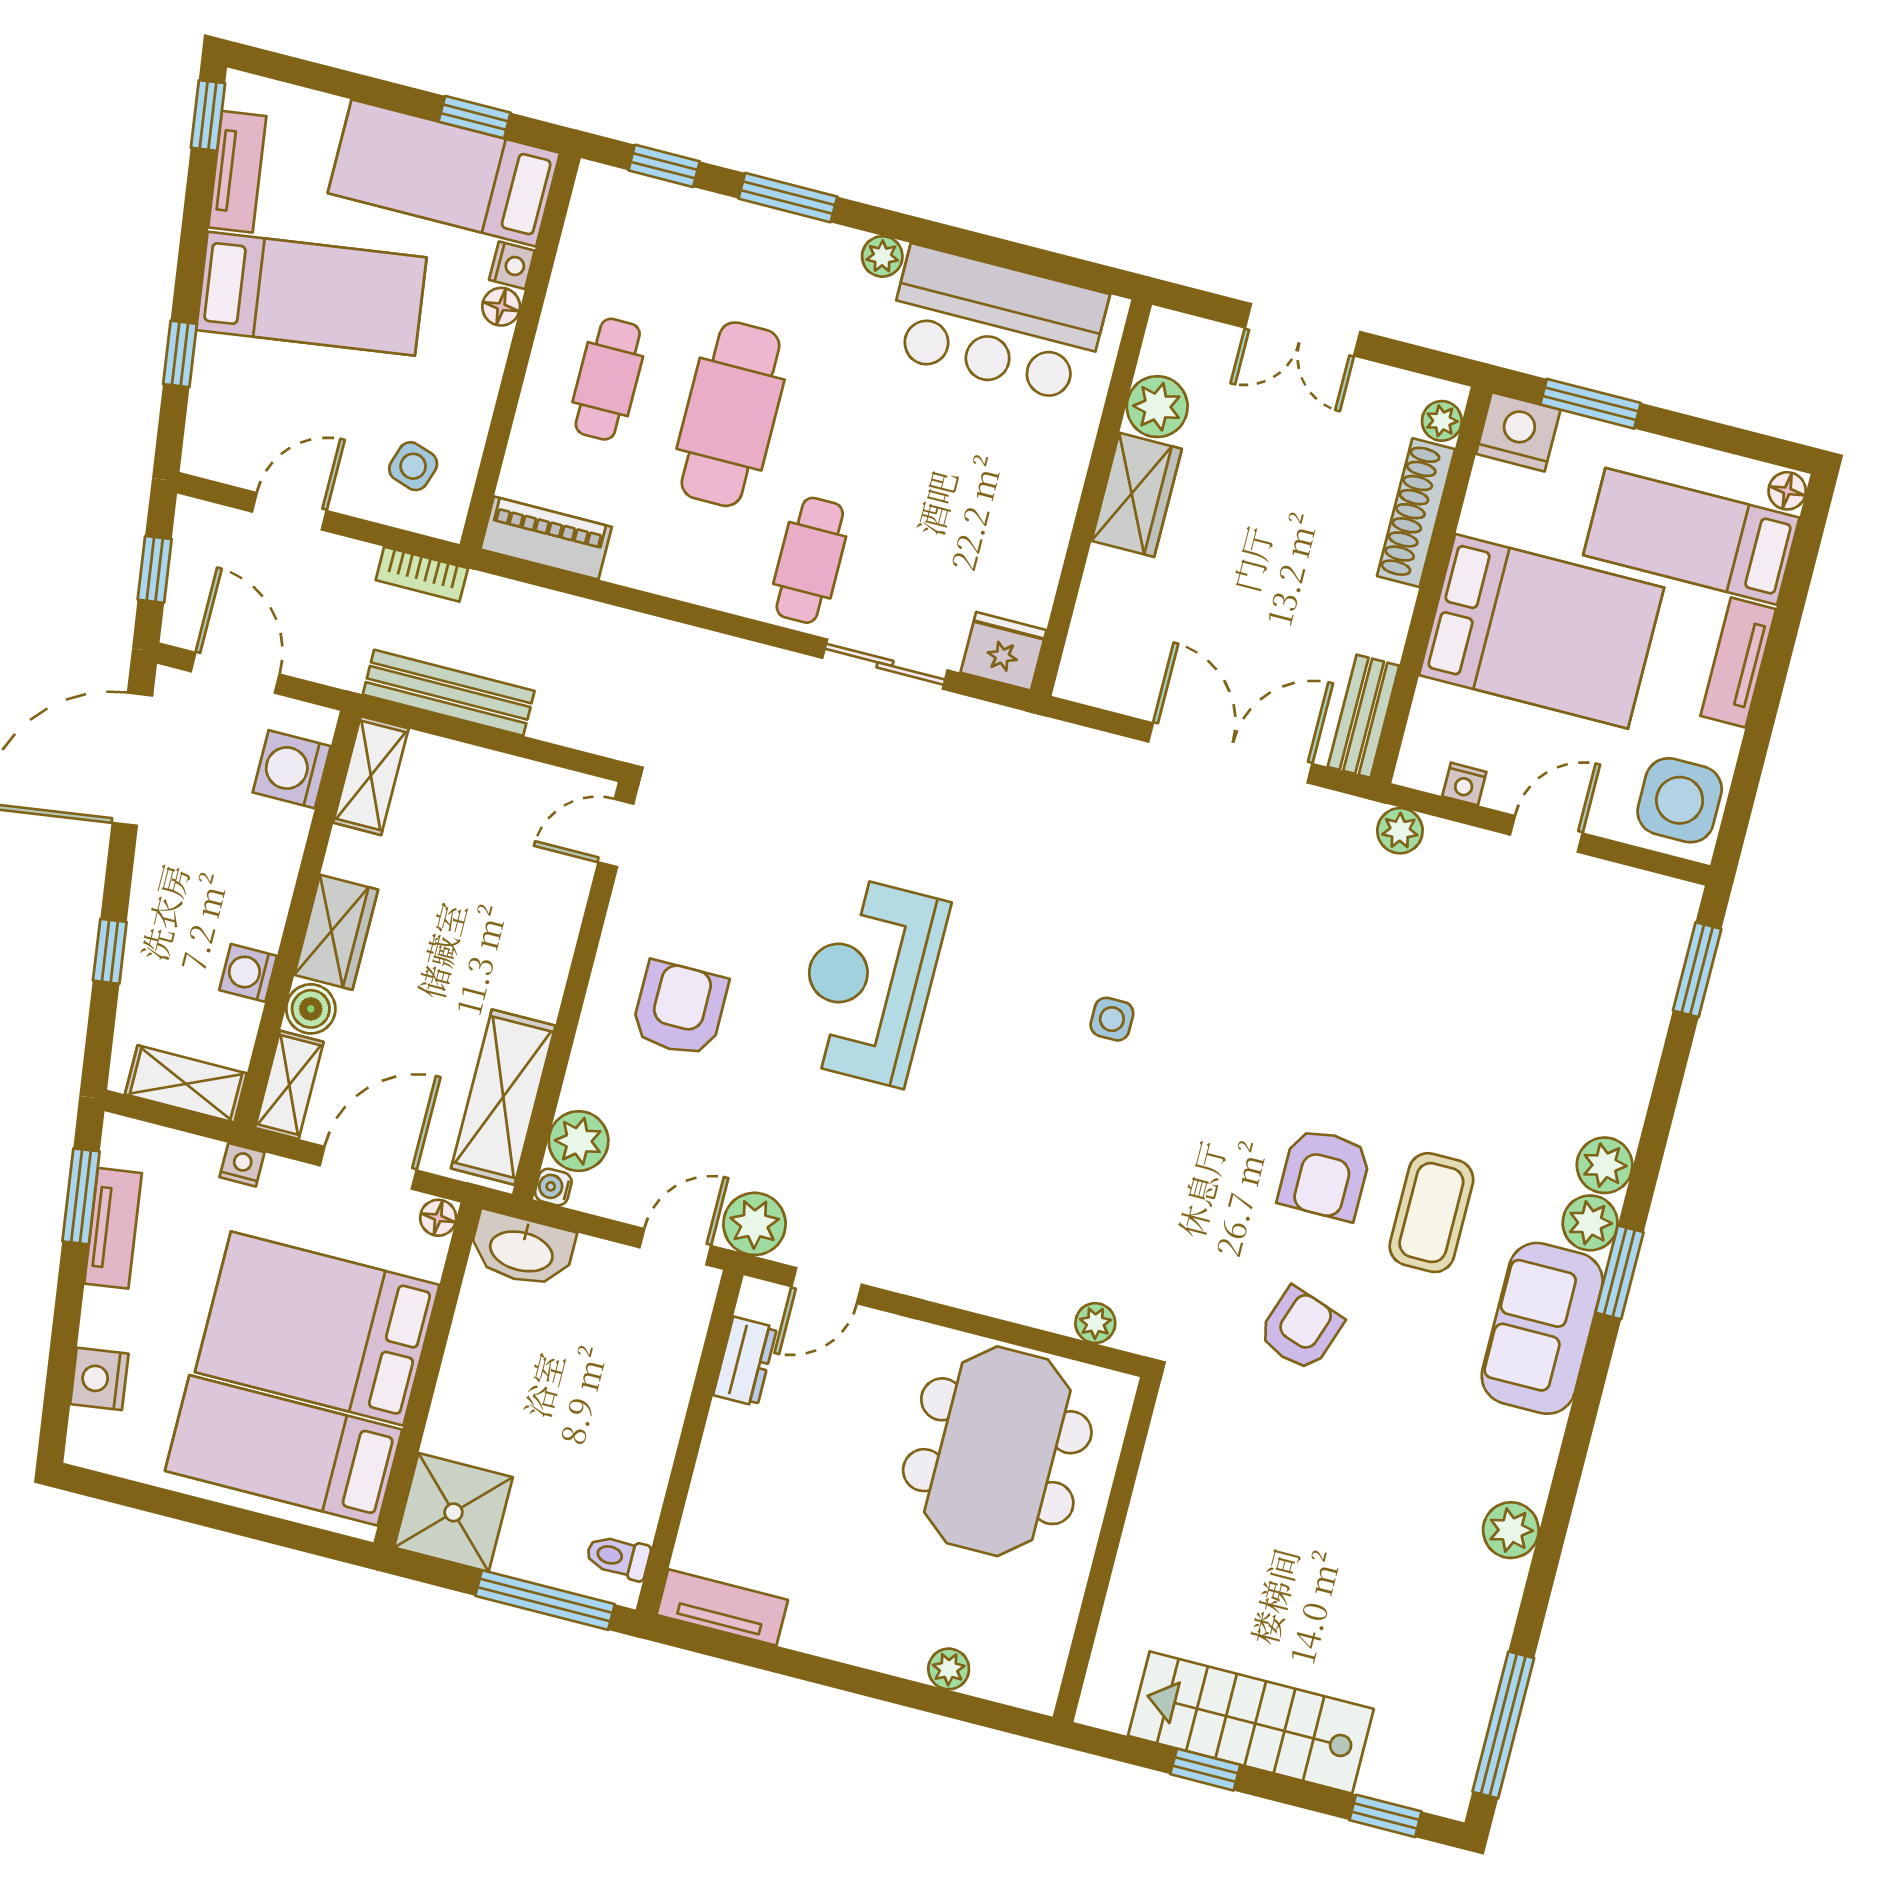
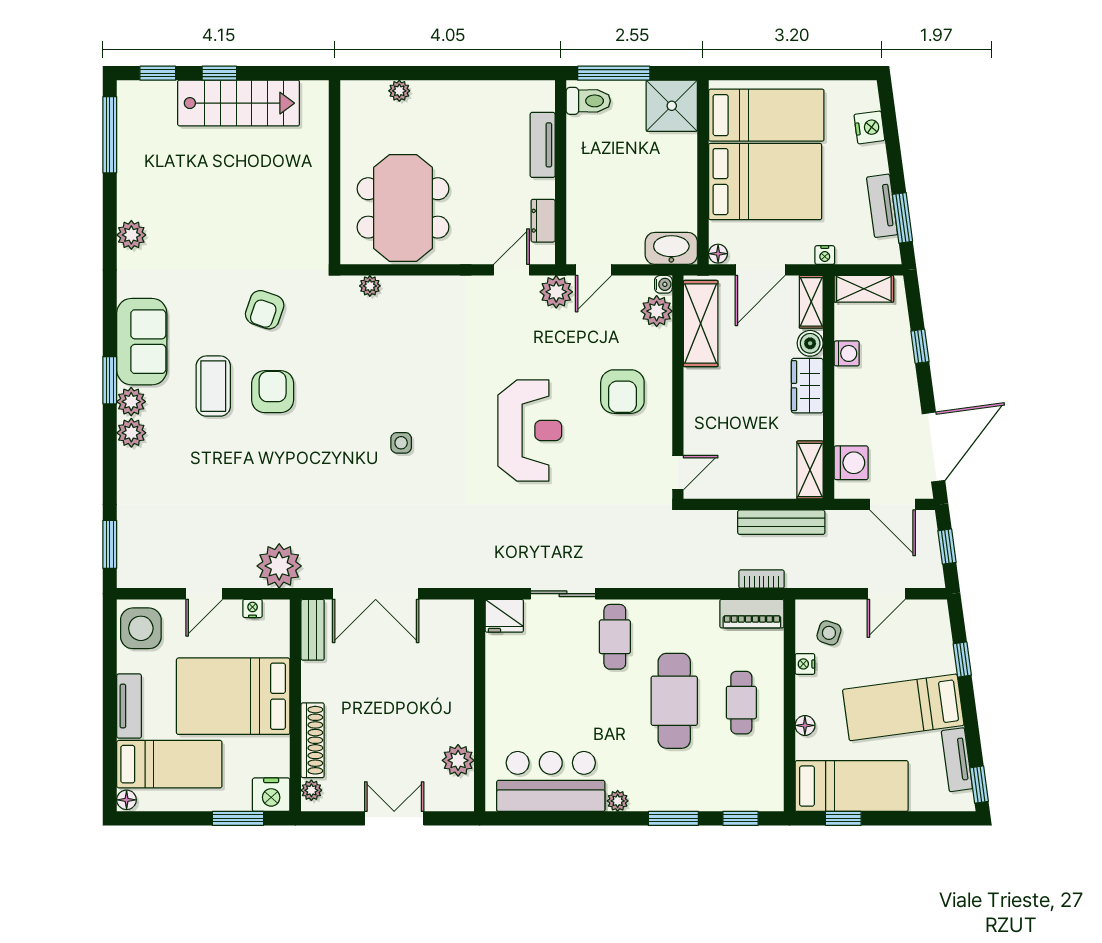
nightstand: (512, 265) -> (805, 664), moved
wardrobe: (1137, 495) -> (457, 713), removed
bookcase: (422, 574) -> (761, 579), moved
plant: (1400, 831) -> (279, 566), width x1.88, depth x1.88
toilet: (618, 1557) -> (588, 101), width x1.37, depth x1.39
tv unit: (722, 1607) -> (543, 145), moved, turned 90
window: (1205, 1770) -> (219, 73), moved

